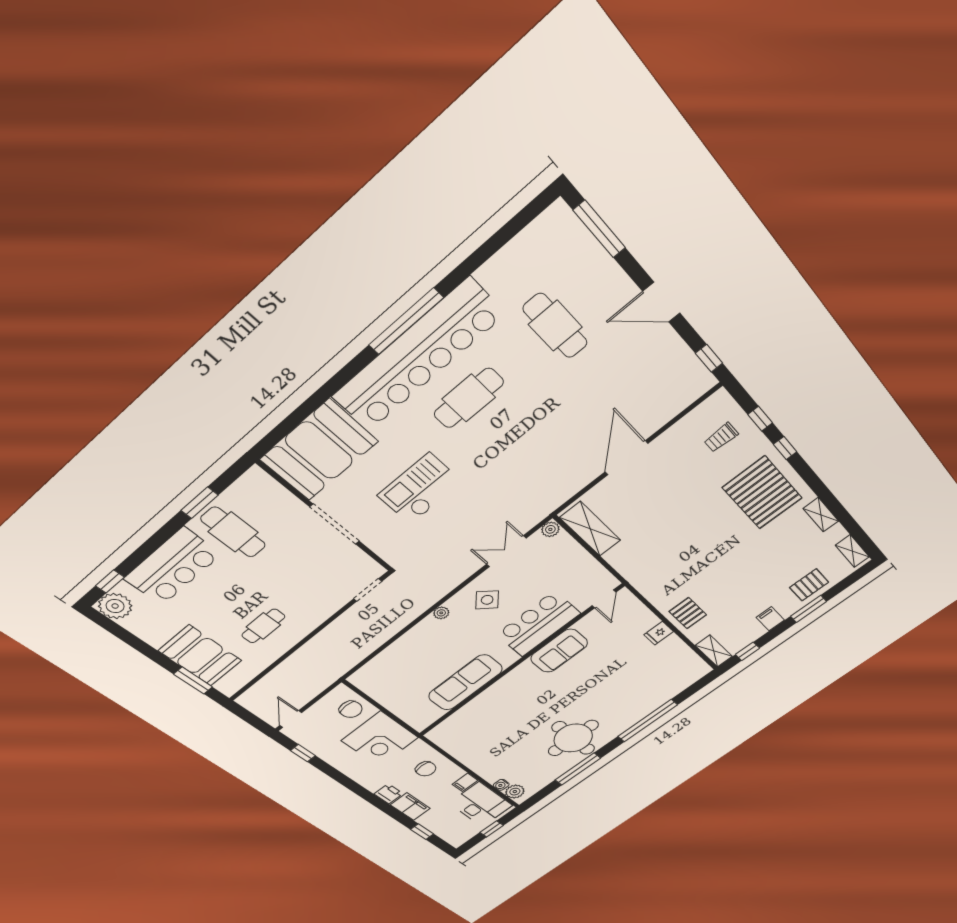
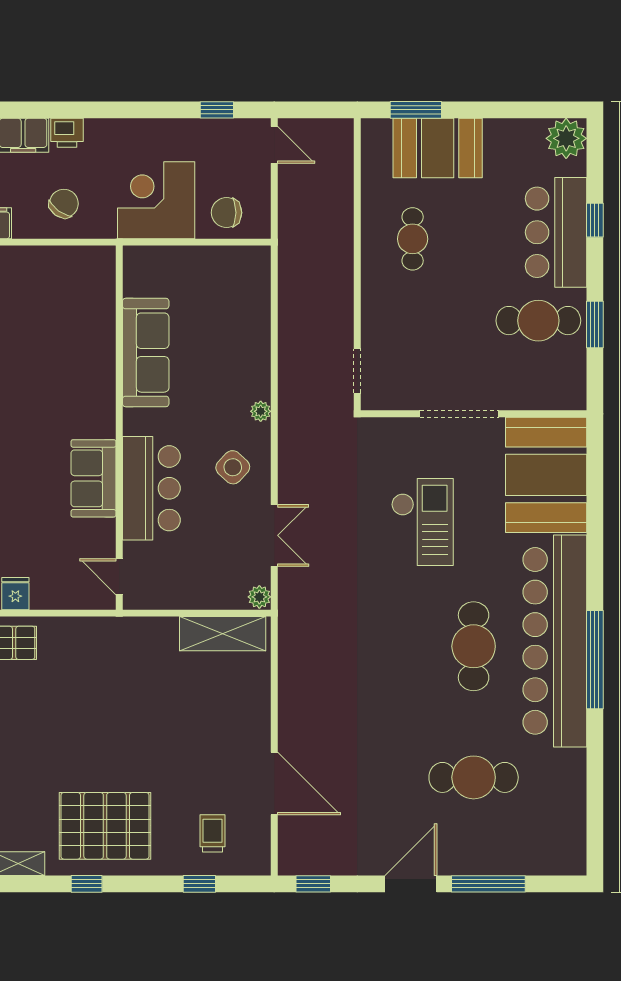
window: (599, 229) -> (488, 884), moved
window: (785, 448) -> (87, 884), moved
door: (626, 458) -> (274, 783), moved
window: (110, 581) -> (595, 220), moved
chair: (426, 769) -> (64, 204), turned 126

